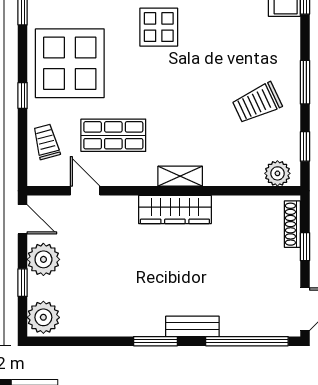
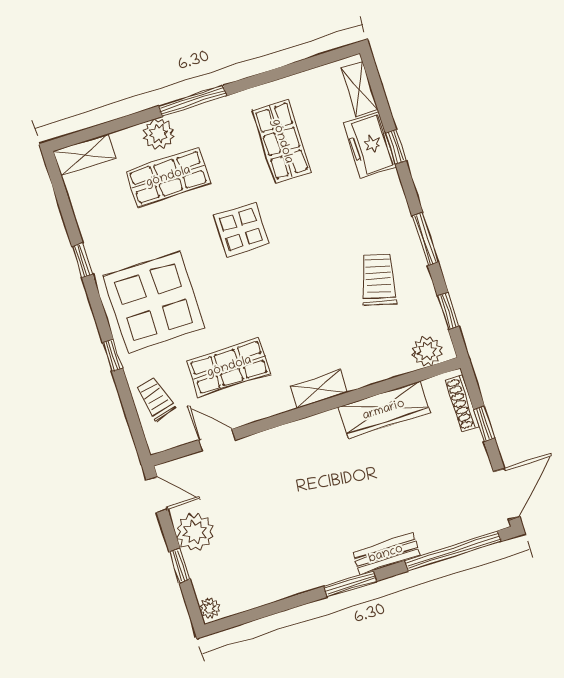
trolley: (257, 103) -> (379, 279), turned 130
wardrobe: (175, 209) -> (384, 410), moved
plant: (43, 317) -> (210, 608), width x0.53, depth x0.53

